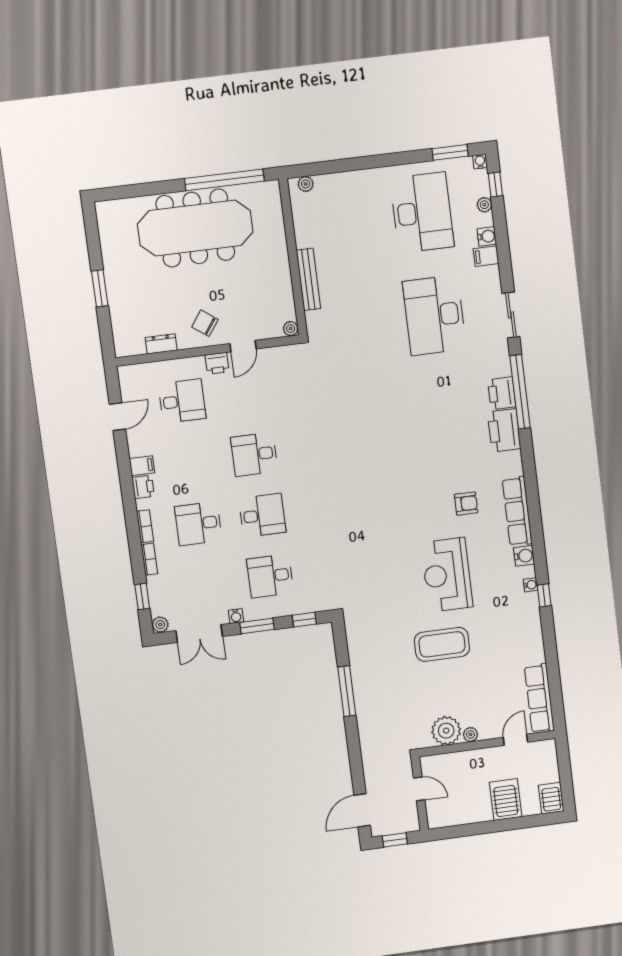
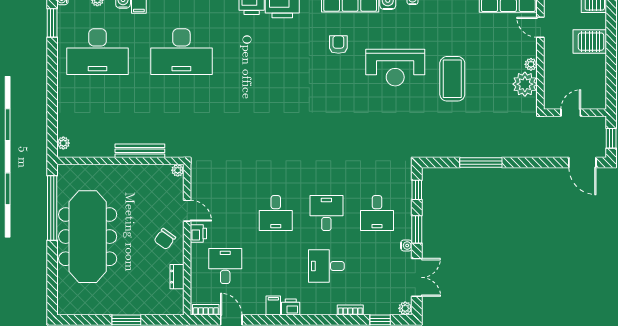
desk: (422, 213) -> (97, 52), turned 180
desk: (198, 524) -> (326, 266), turned 90
bookcase: (145, 526) -> (206, 310), moved

